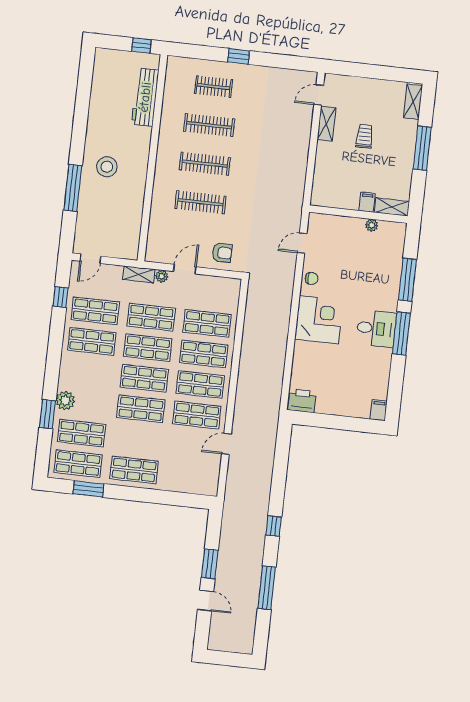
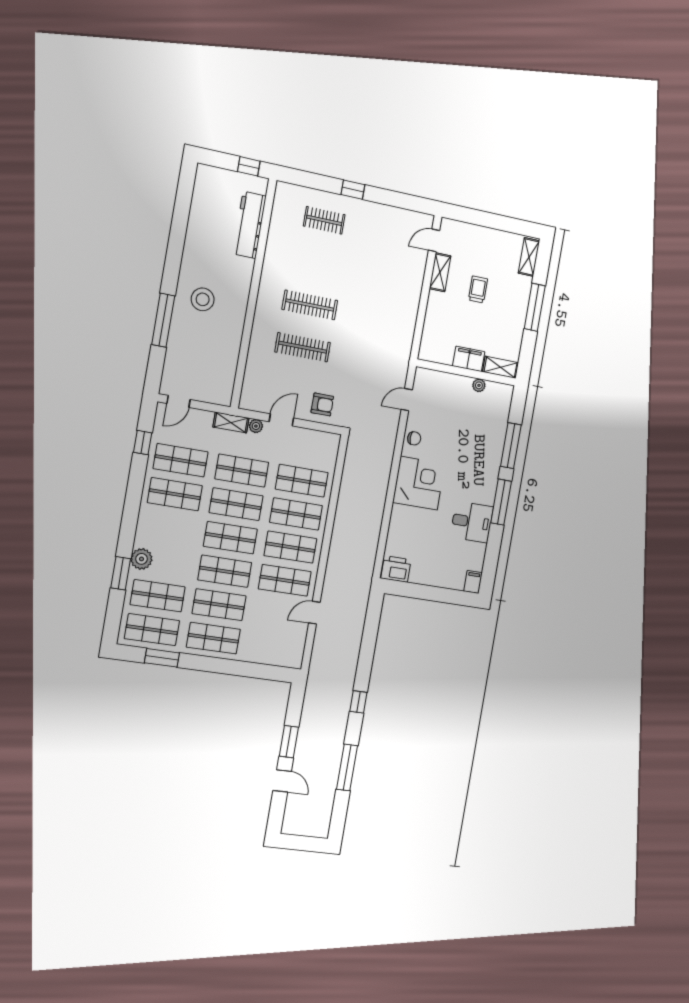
clothes rail: (209, 125) -> (317, 263), removed
filing cabinet: (367, 202) -> (469, 359), width x2.00
desk: (376, 329) -> (472, 522), moved
shop shelf: (137, 439) -> (219, 605), added

